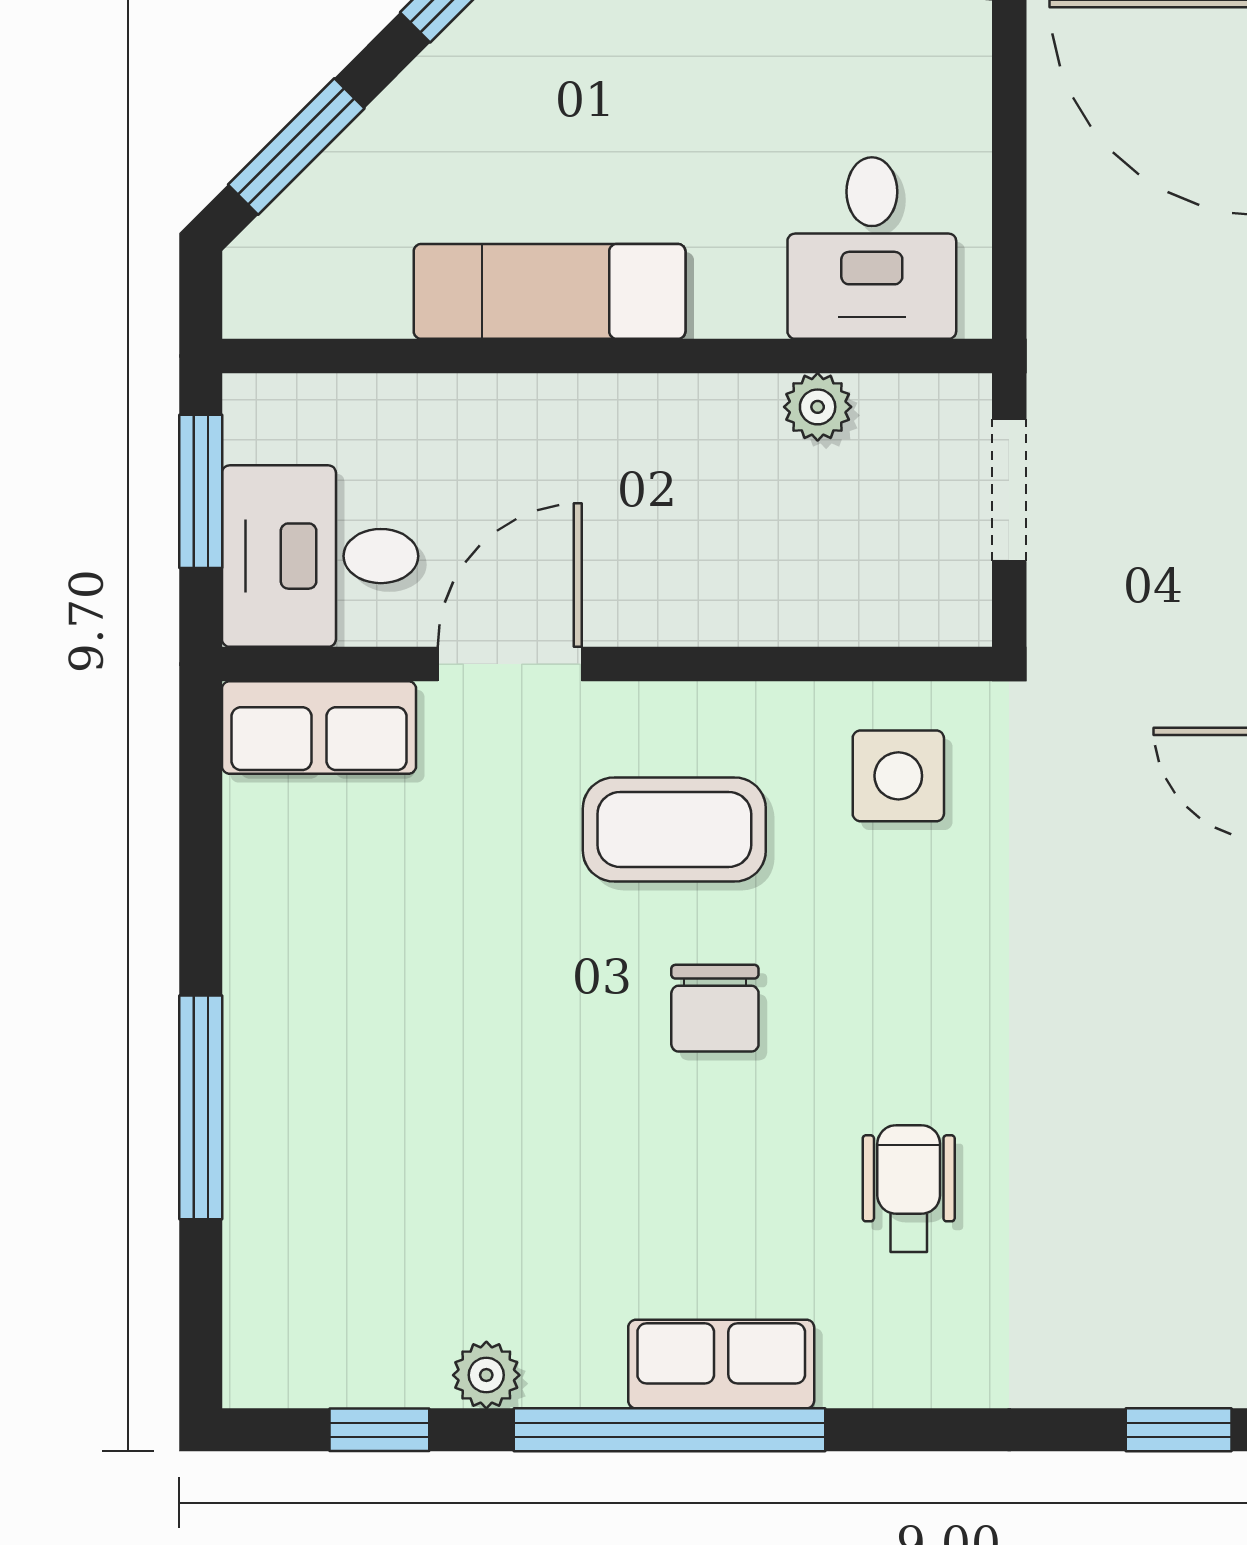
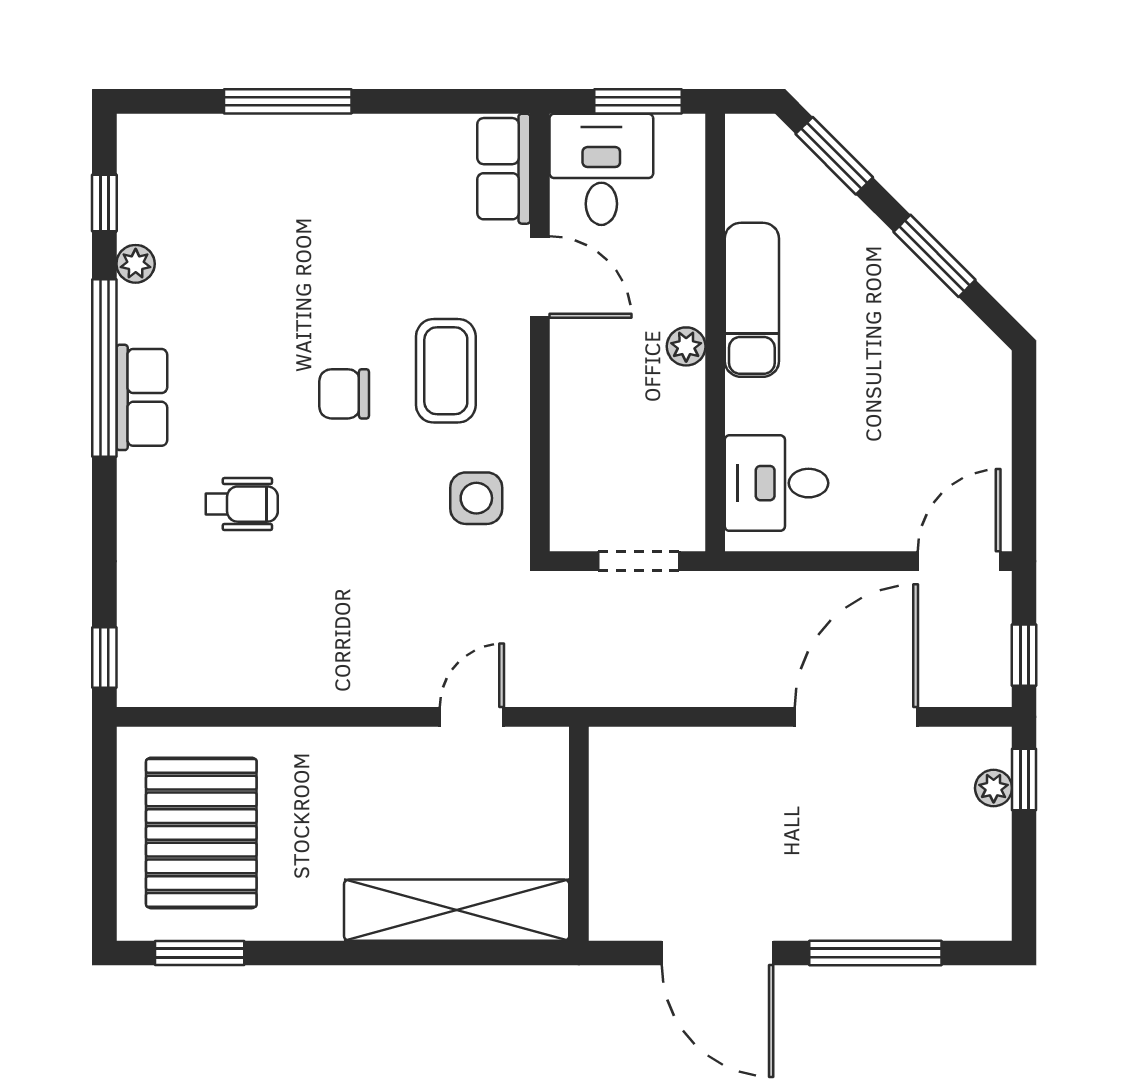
plant: (818, 407) -> (686, 346), moved

